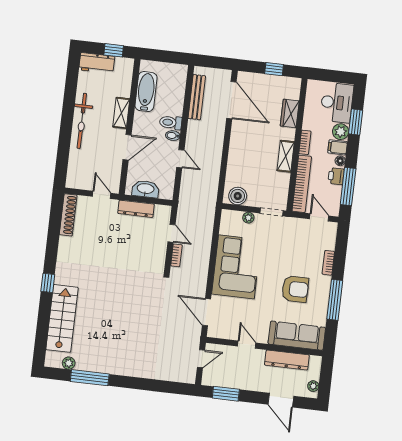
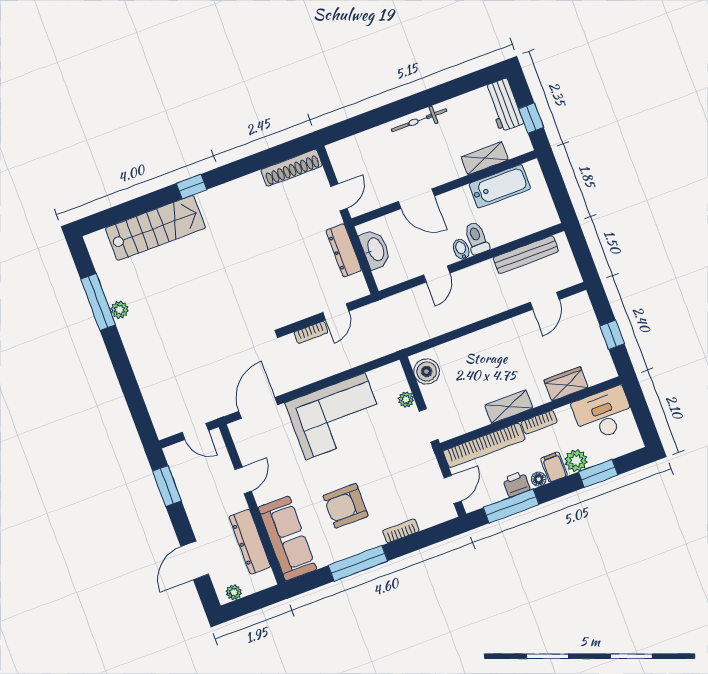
door: (231, 100) -> (545, 301), width x0.53
desk: (337, 103) -> (603, 414), moved, turned 180
shelving: (121, 113) -> (485, 158), moved
bicycle: (82, 121) -> (419, 120), width x0.73, depth x0.71
armchair: (295, 289) -> (346, 506), turned 90
plant: (69, 363) -> (119, 310), moved

